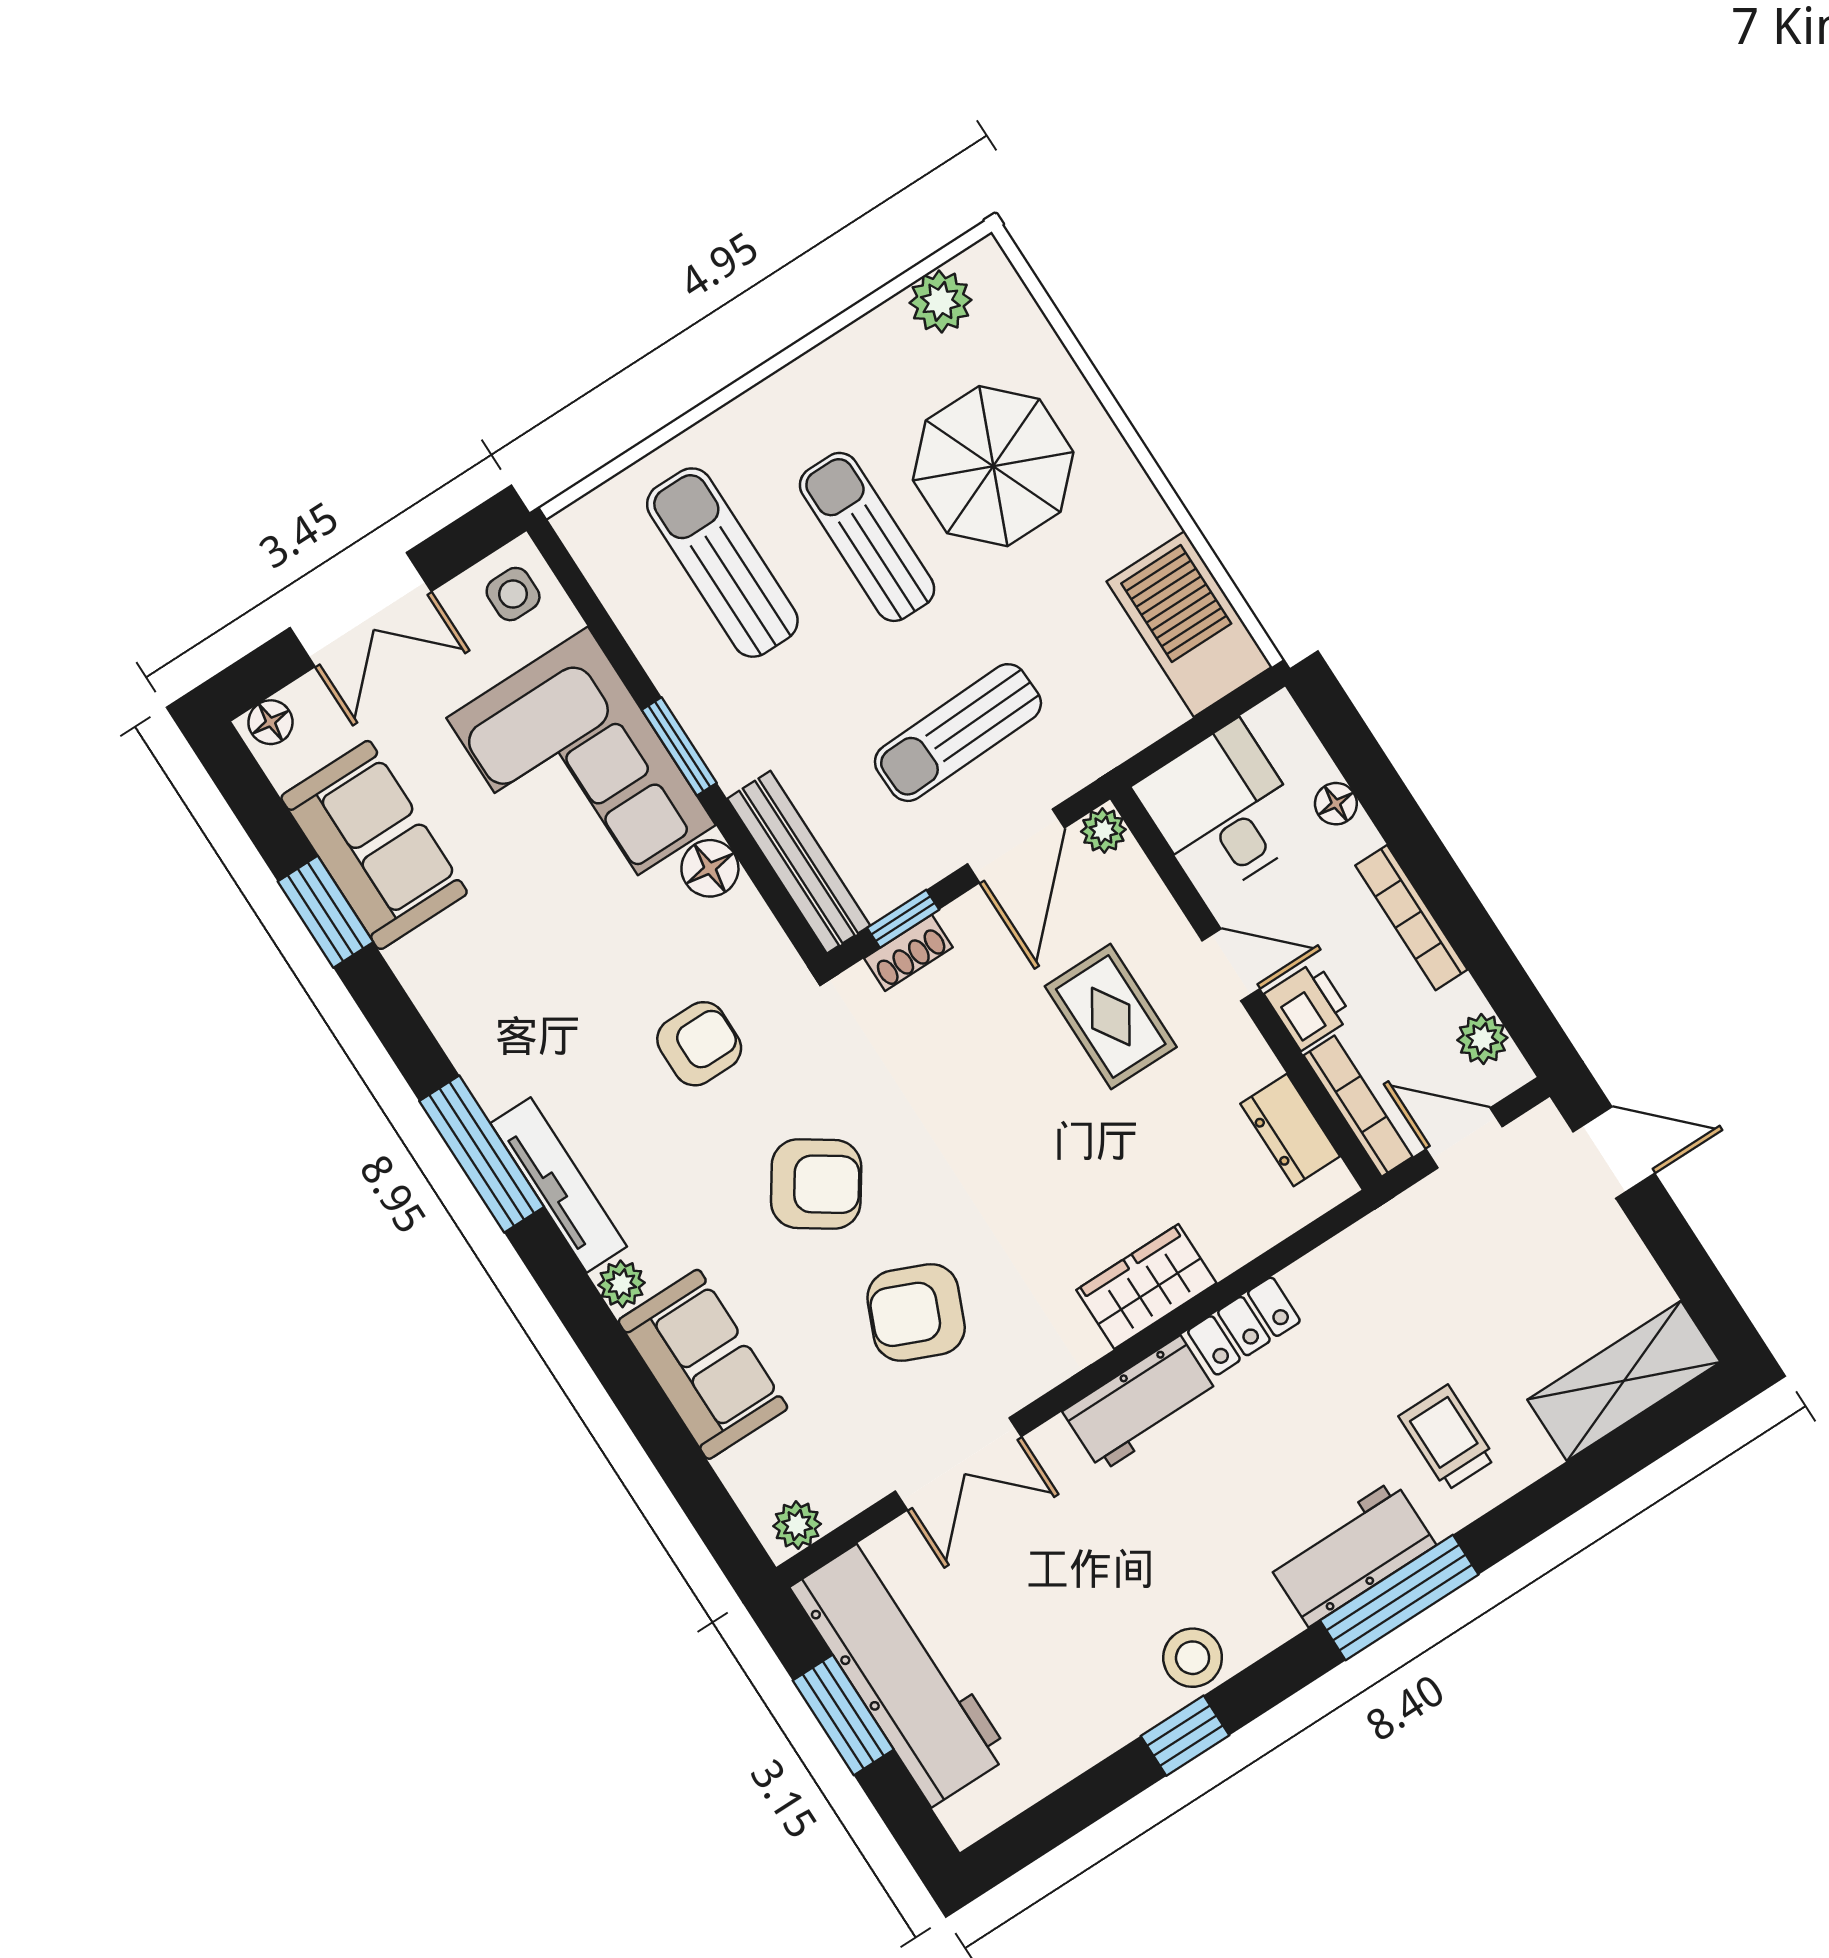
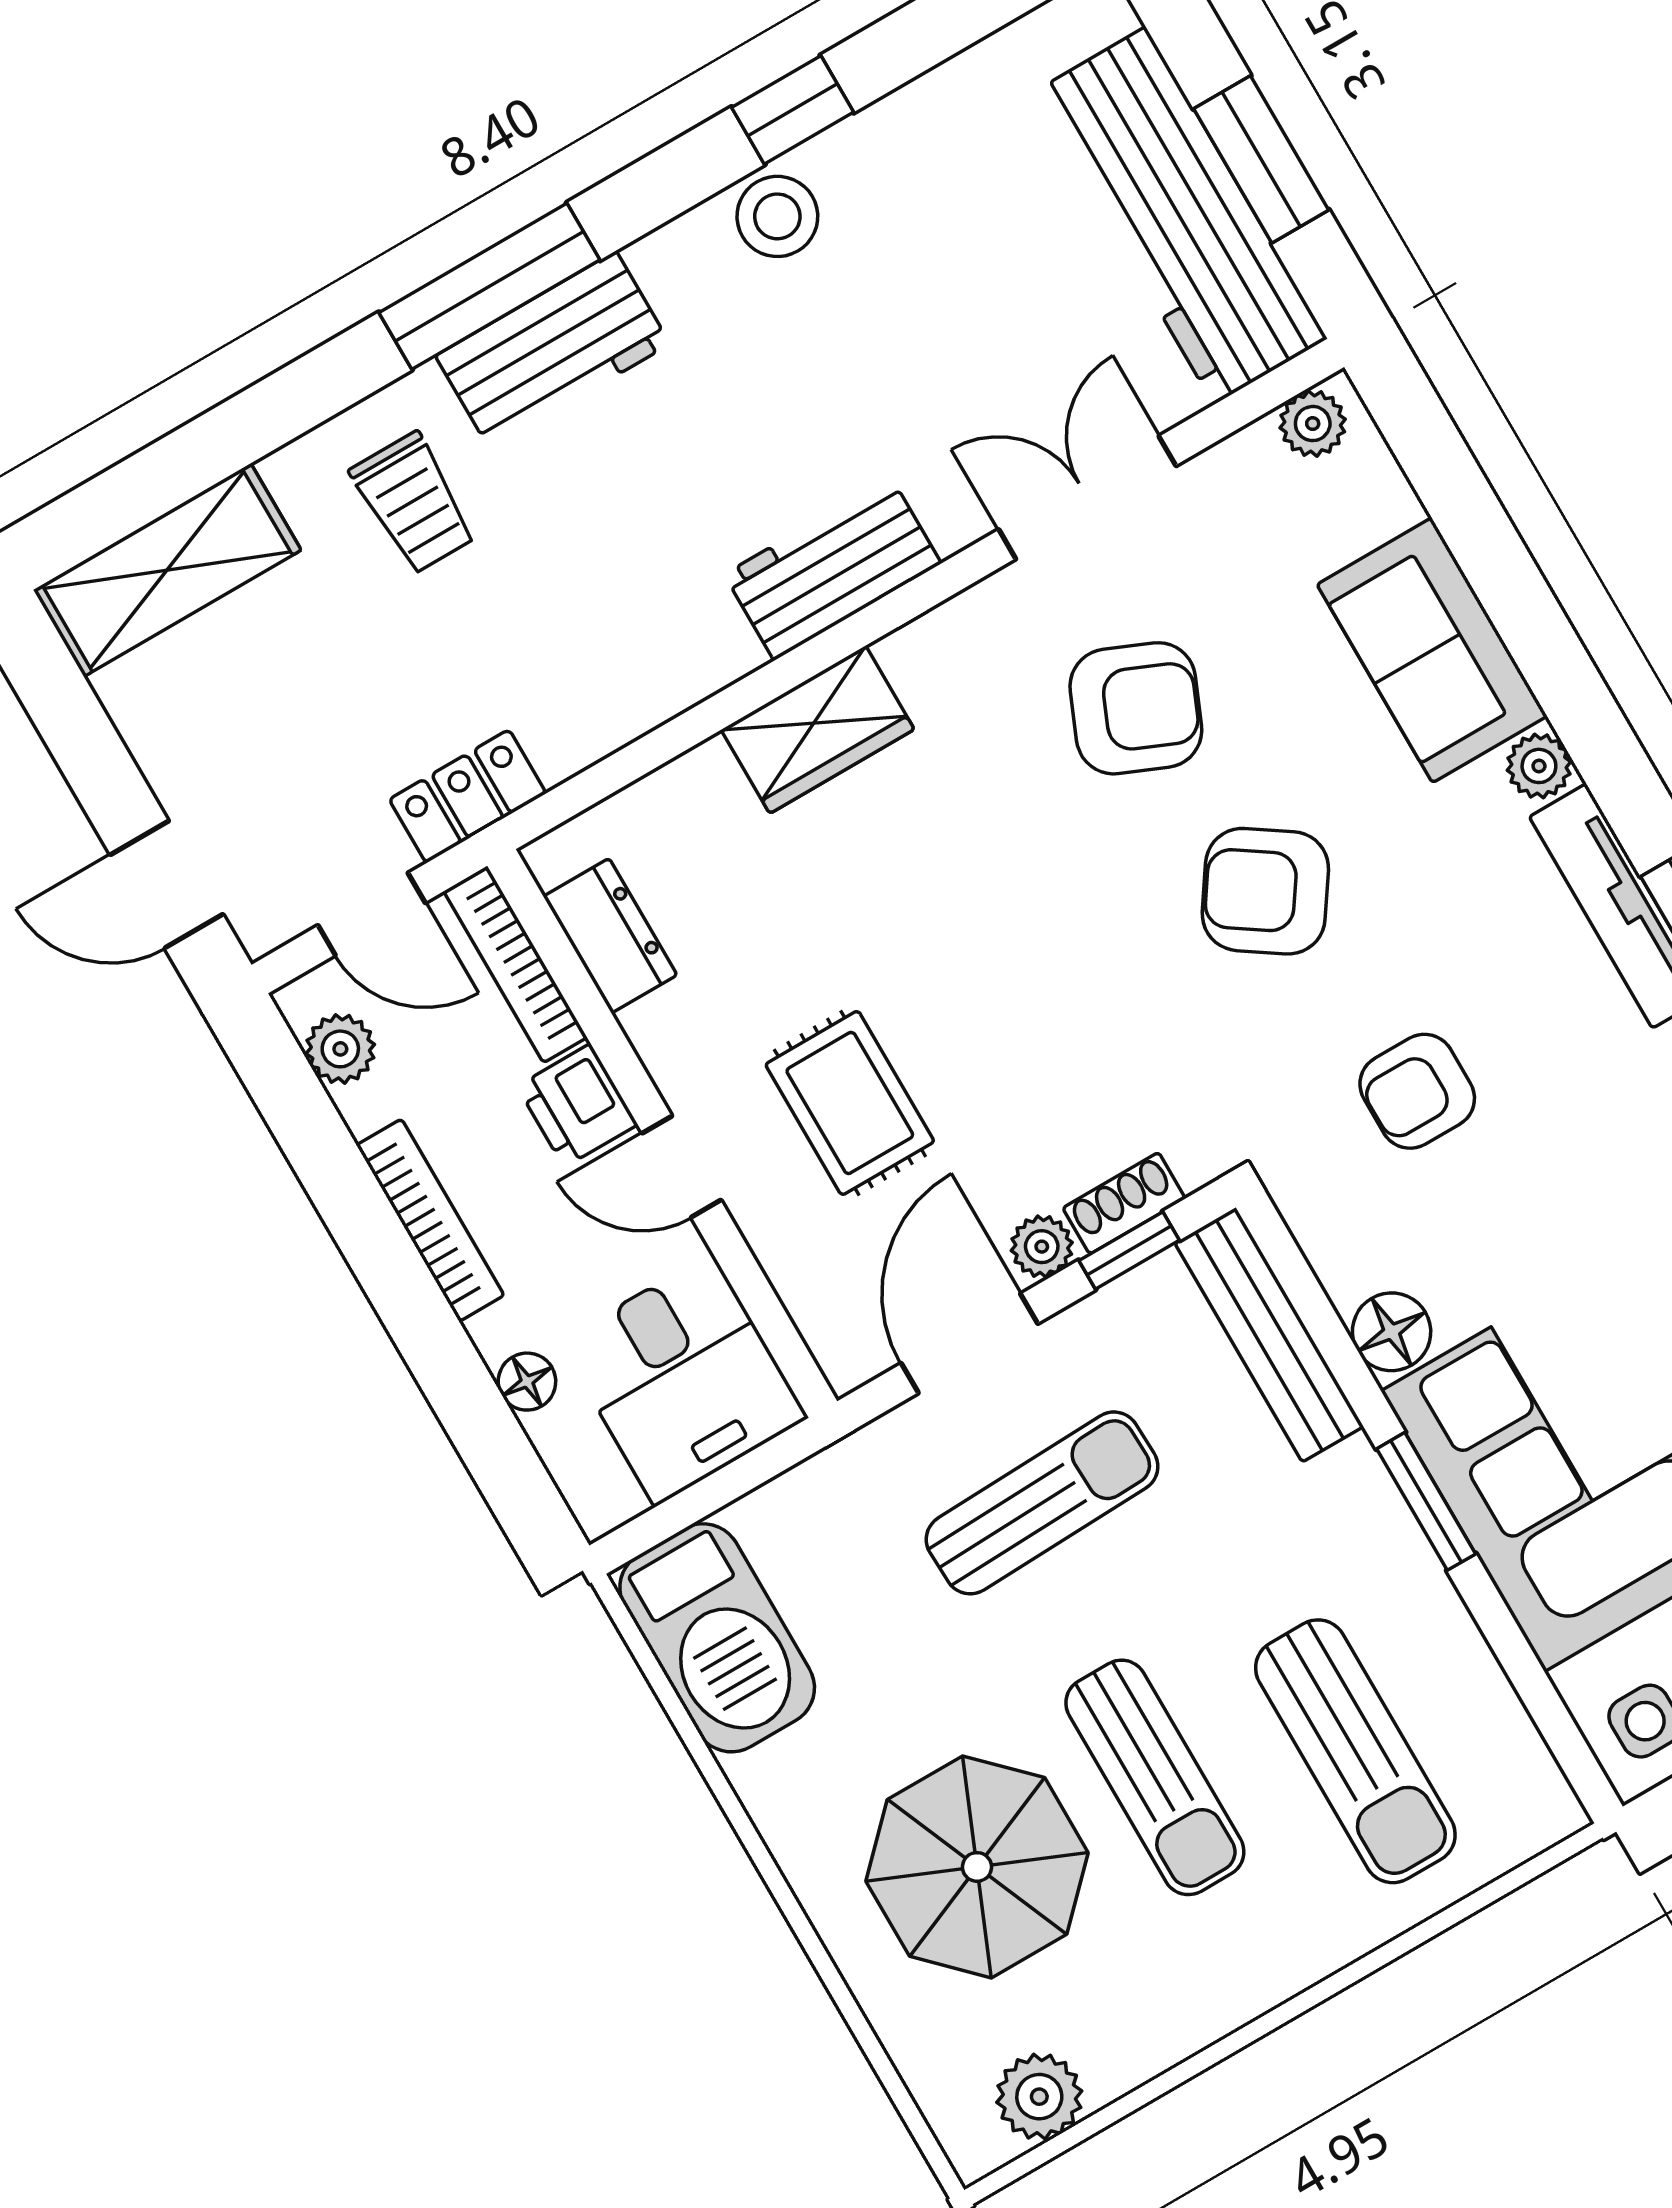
plant: (1103, 830) -> (1042, 1247), moved
locker: (1244, 1326) -> (468, 796), moved

